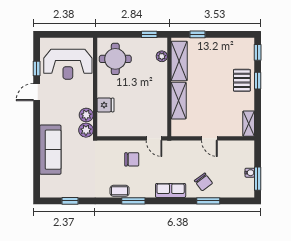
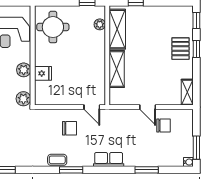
plant: (86, 115) -> (24, 70), moved
water cooler: (250, 173) -> (188, 162), moved
chair: (203, 182) -> (164, 125), moved, turned -53

